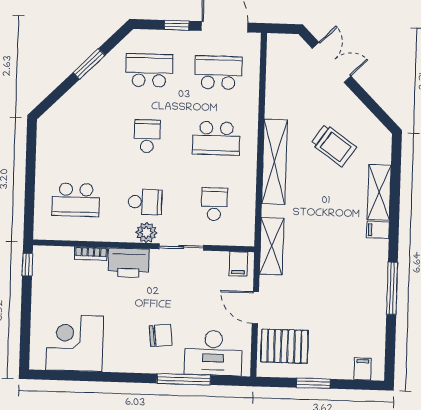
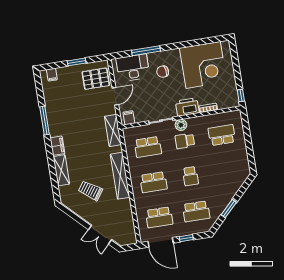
school desk: (216, 138) -> (154, 182), turned 180
school desk: (214, 204) -> (148, 147), width x1.85
filing cabinet: (378, 230) -> (57, 146), width x2.00
door: (255, 308) -> (115, 96), hinge flipped
corner desk: (75, 343) -> (203, 65), width x1.36, depth x1.36

